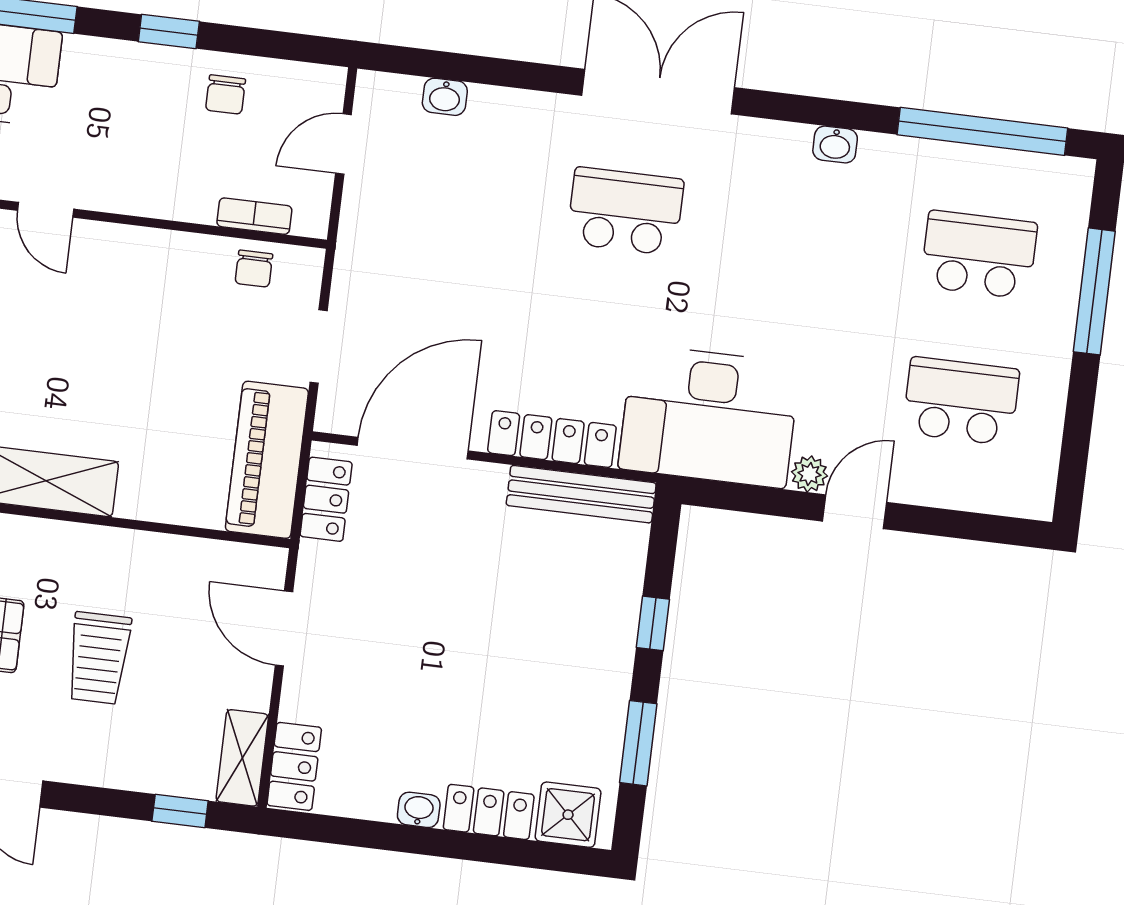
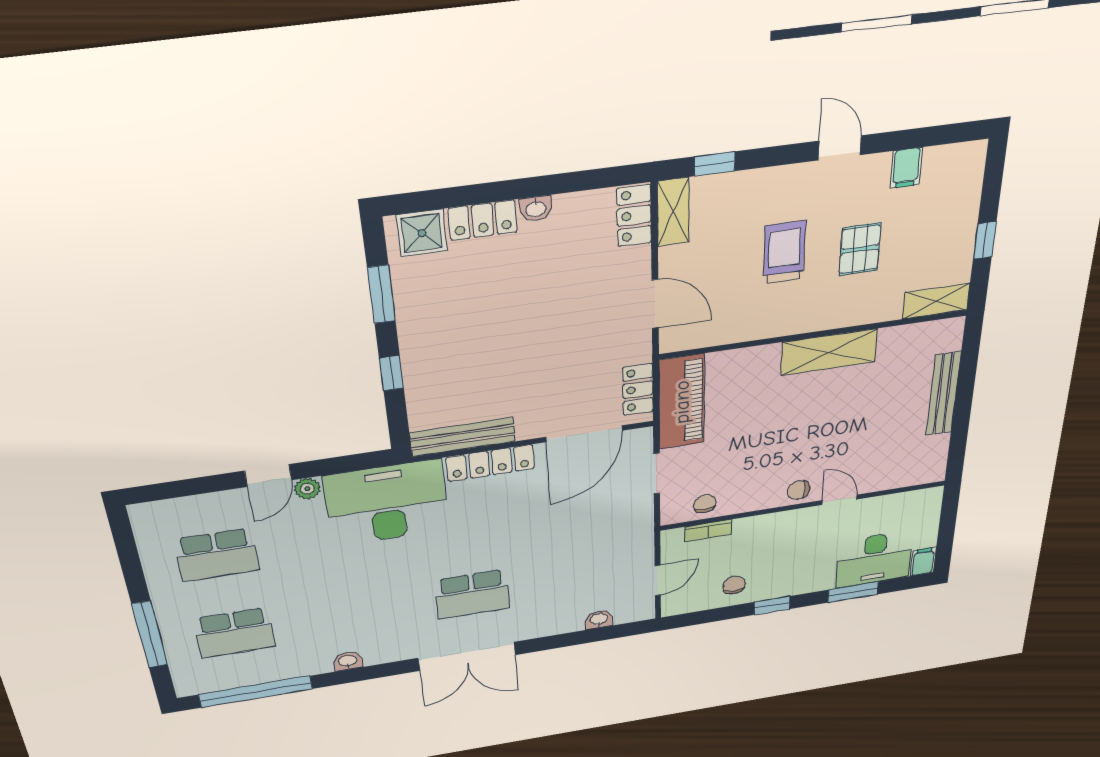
chair: (108, 249) -> (799, 490), added

